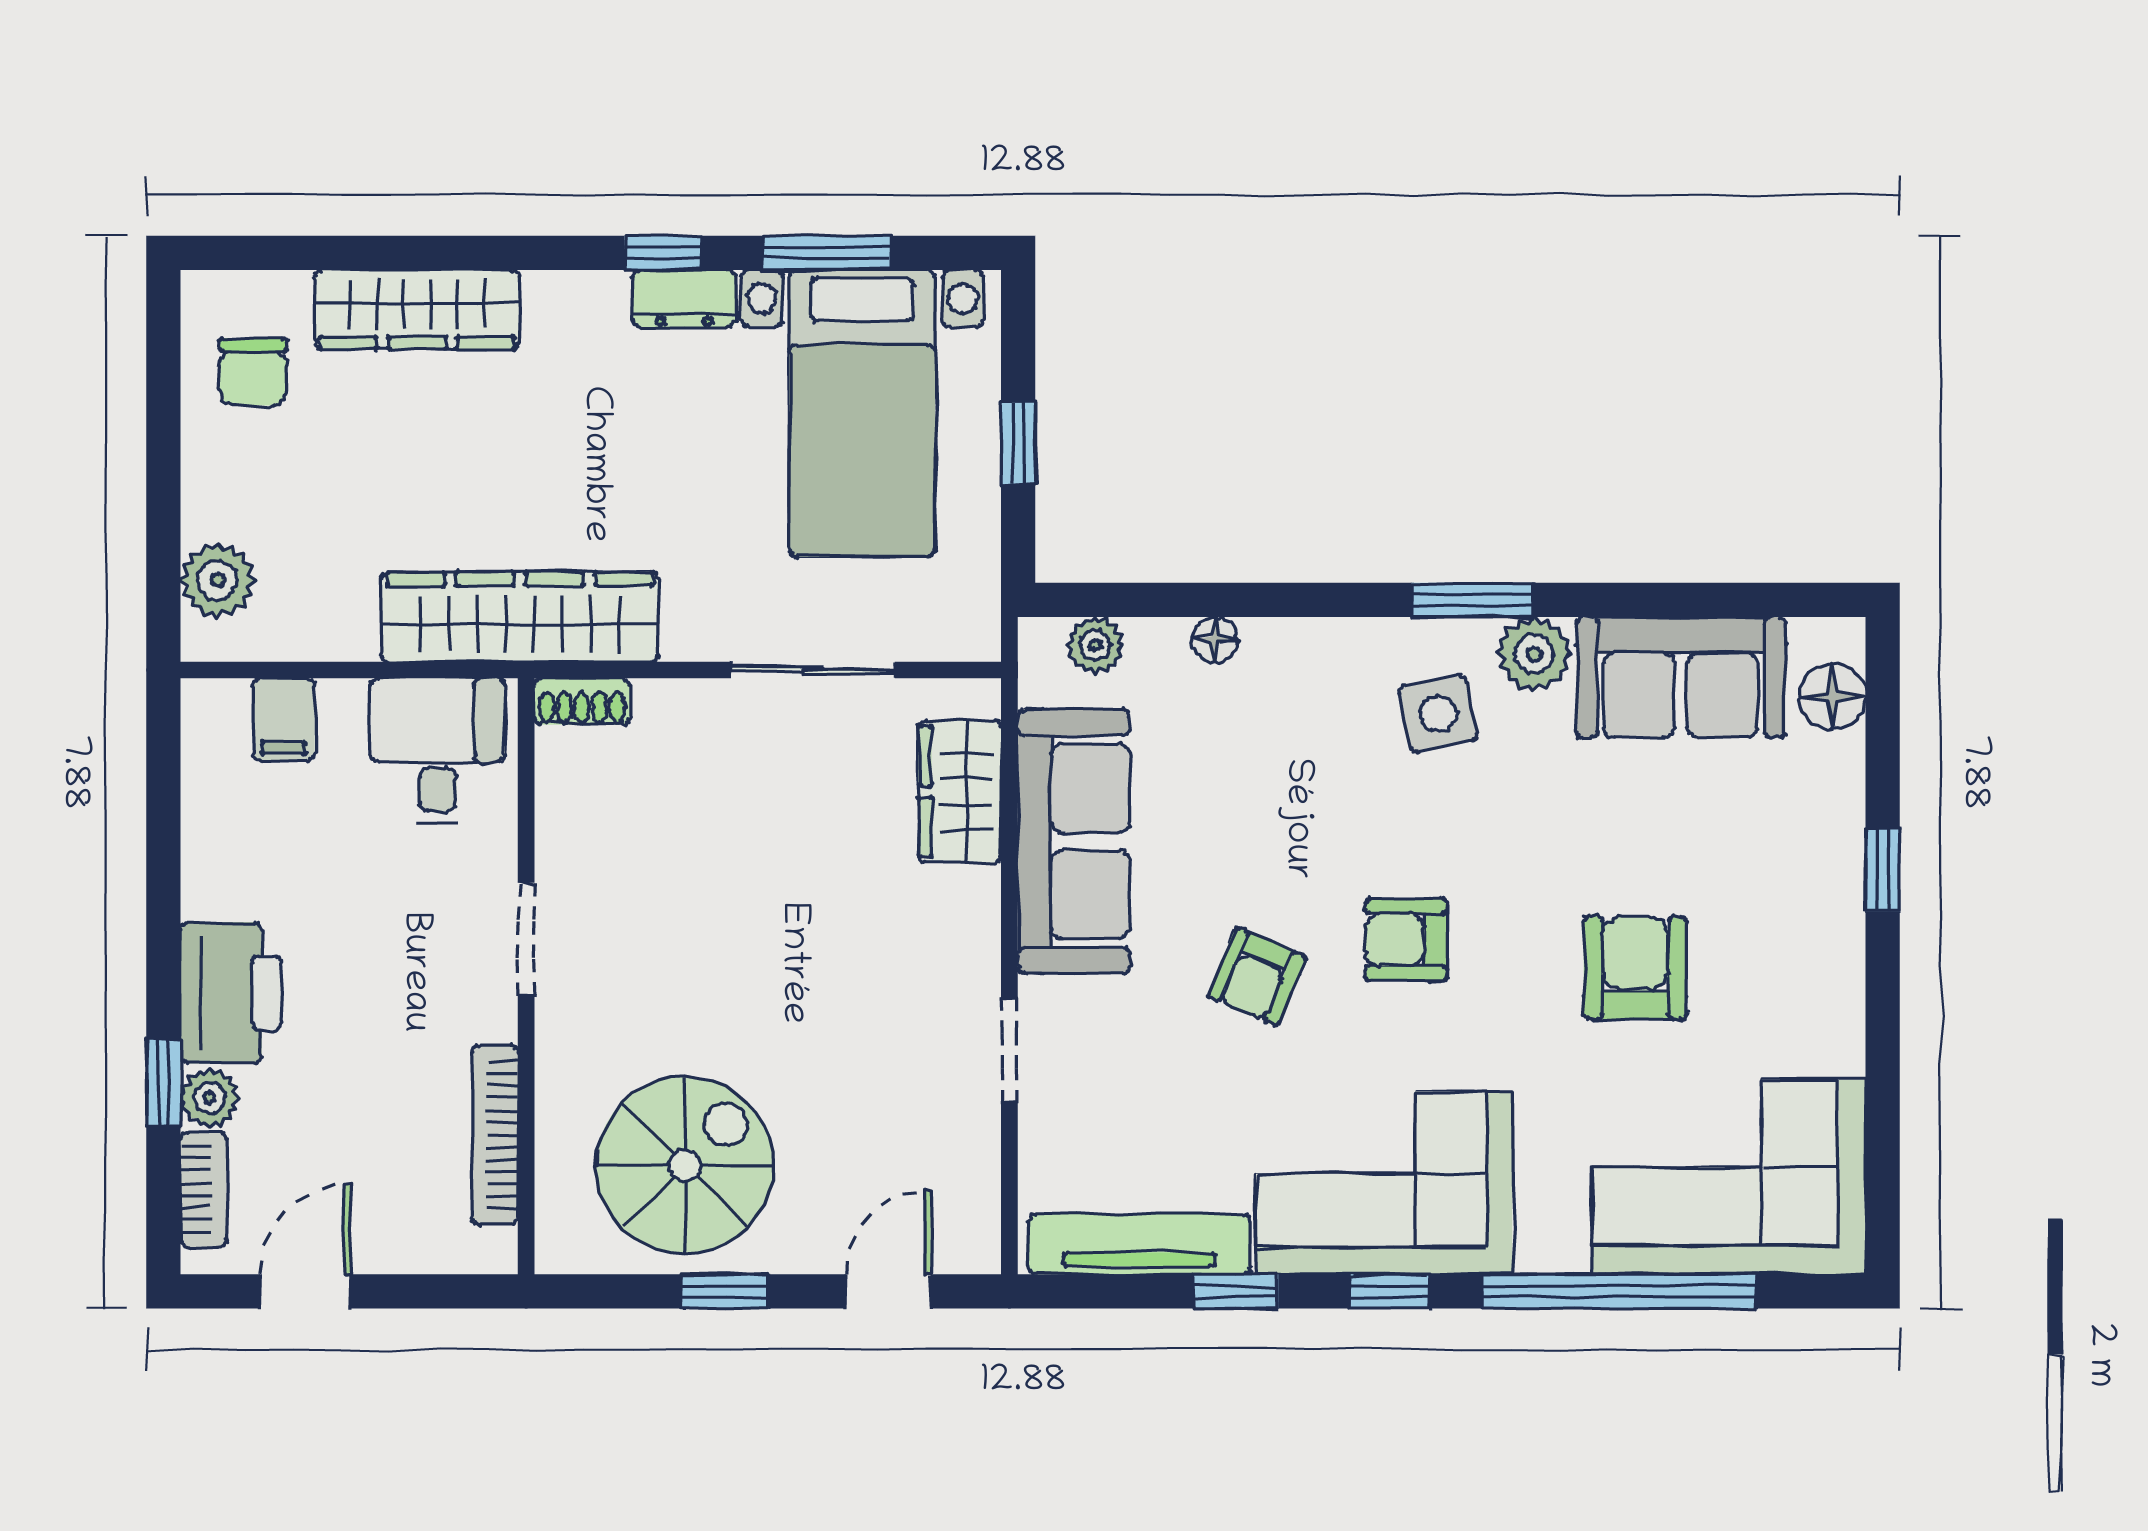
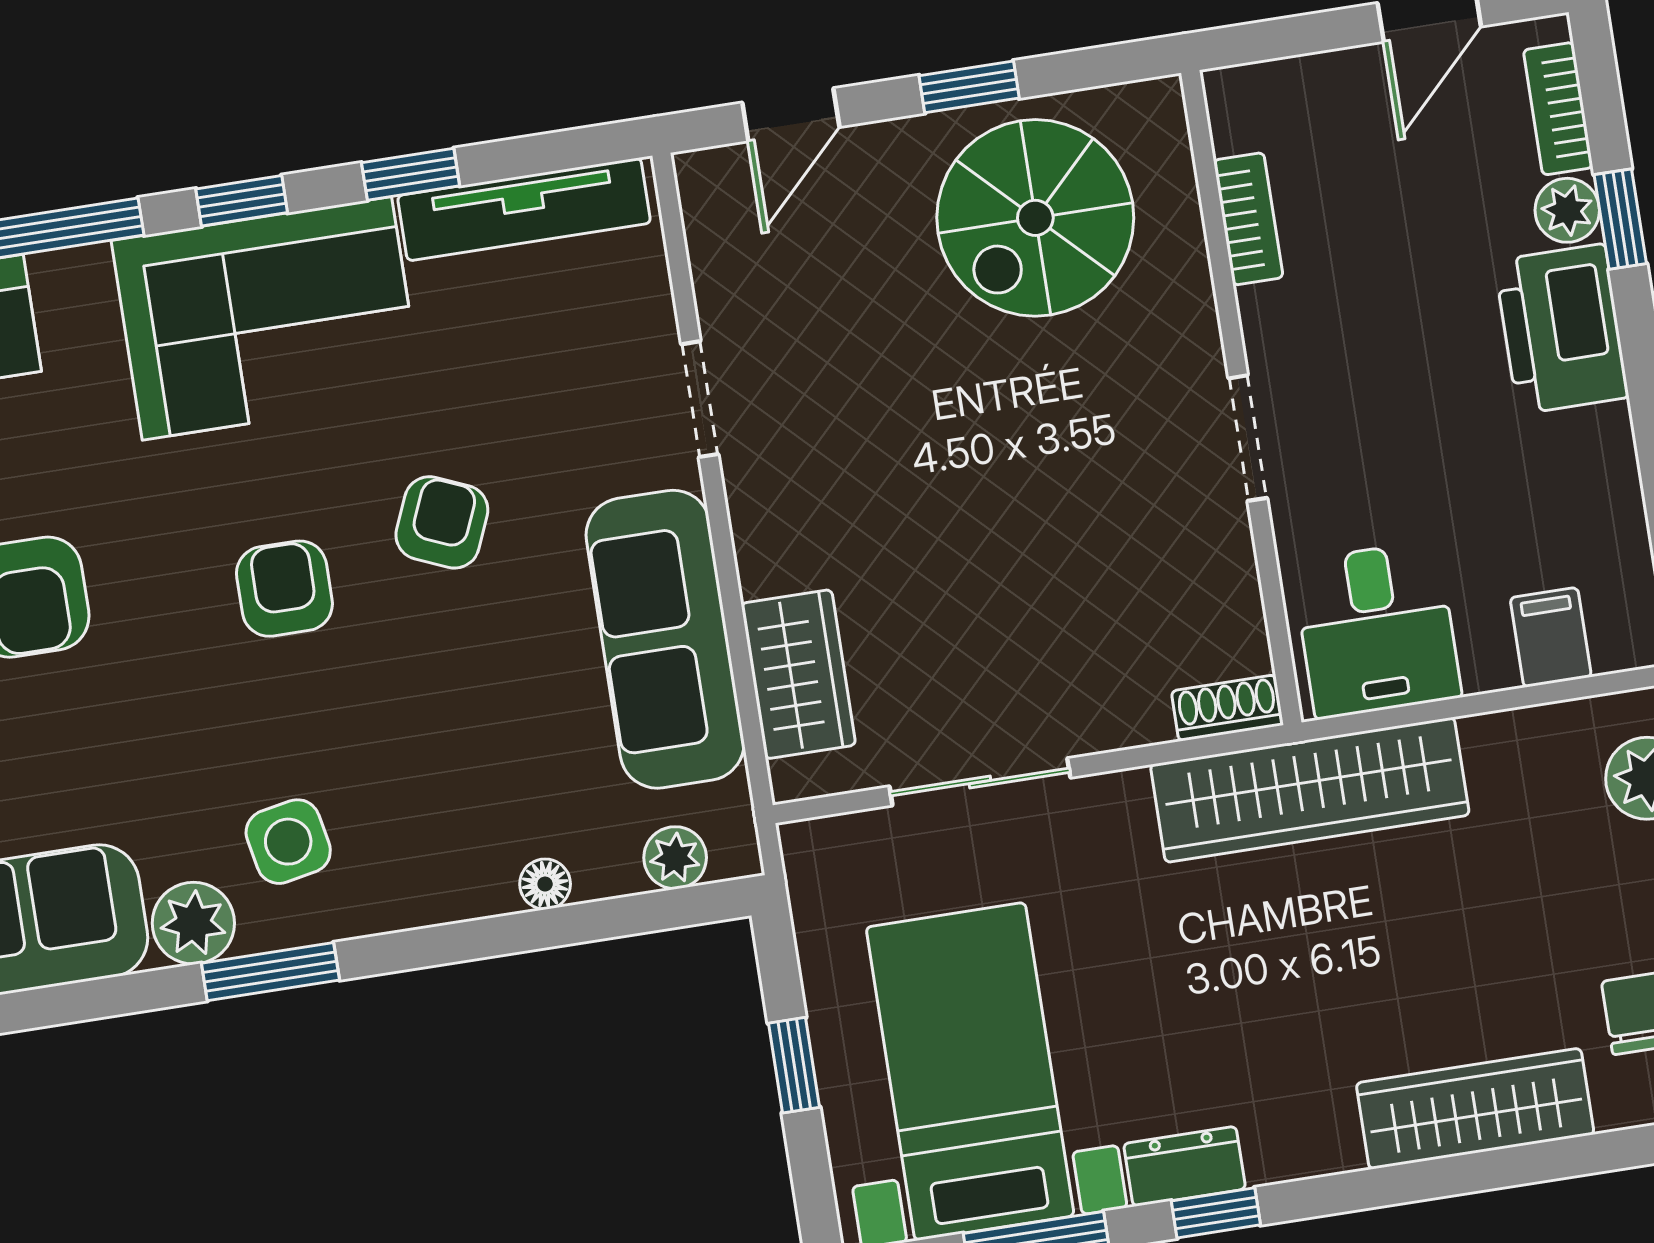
armchair: (1406, 940) -> (284, 589), turned -90
bookcase: (495, 1135) -> (1248, 219), width x0.64

